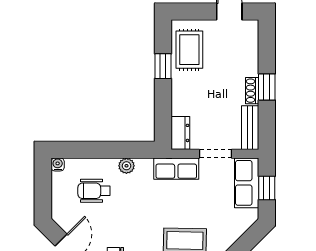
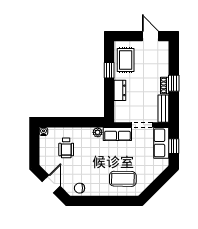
dresser: (180, 133) -> (120, 90), moved
plant: (126, 166) -> (98, 132), moved
wheelchair: (94, 191) -> (66, 148), turned -90

